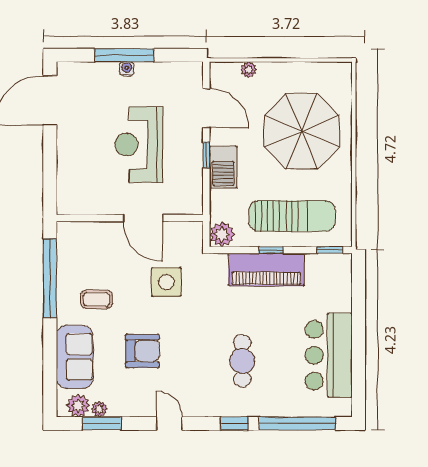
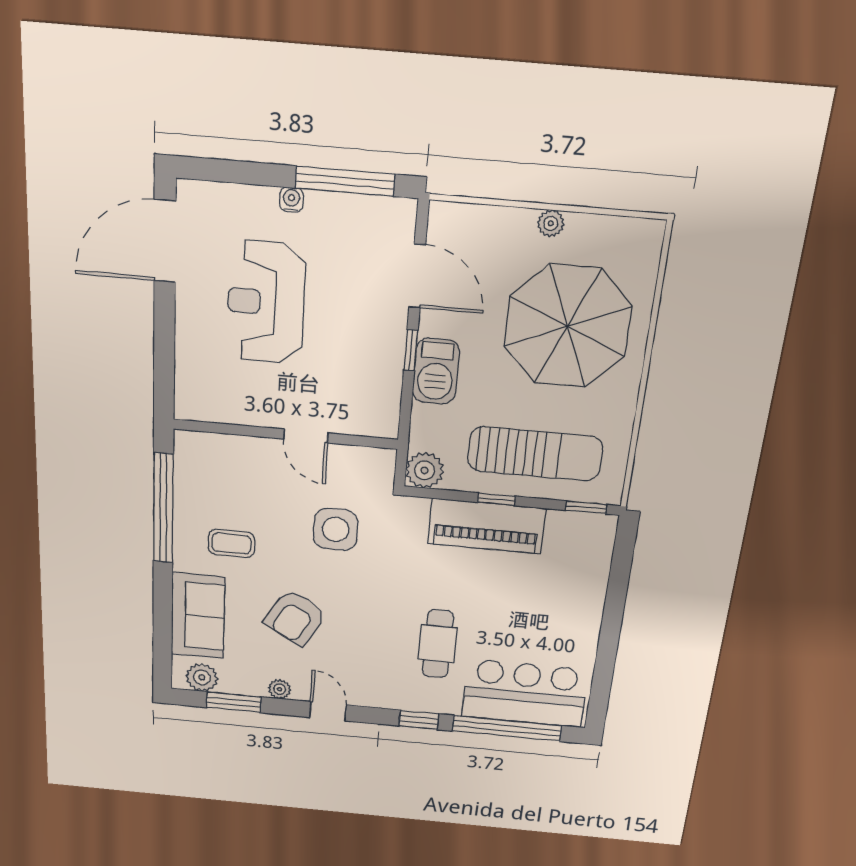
window: (124, 55) -> (345, 181), moved
plant: (249, 70) -> (551, 223), moved
reception desk: (139, 145) -> (266, 302), moved
door: (143, 218) -> (306, 436), width x0.73
armchair: (142, 351) -> (295, 617), turned 120
bar counter: (329, 355) -> (525, 693), moved, turned 90
plant: (99, 409) -> (280, 689), moved

